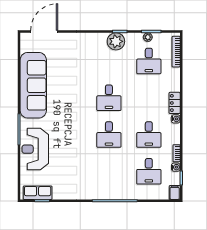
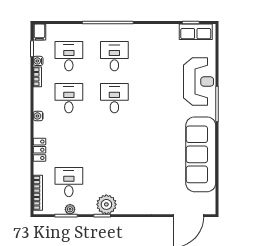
desk: (109, 98) -> (114, 56), moved
locker: (175, 103) -> (39, 150), moved

